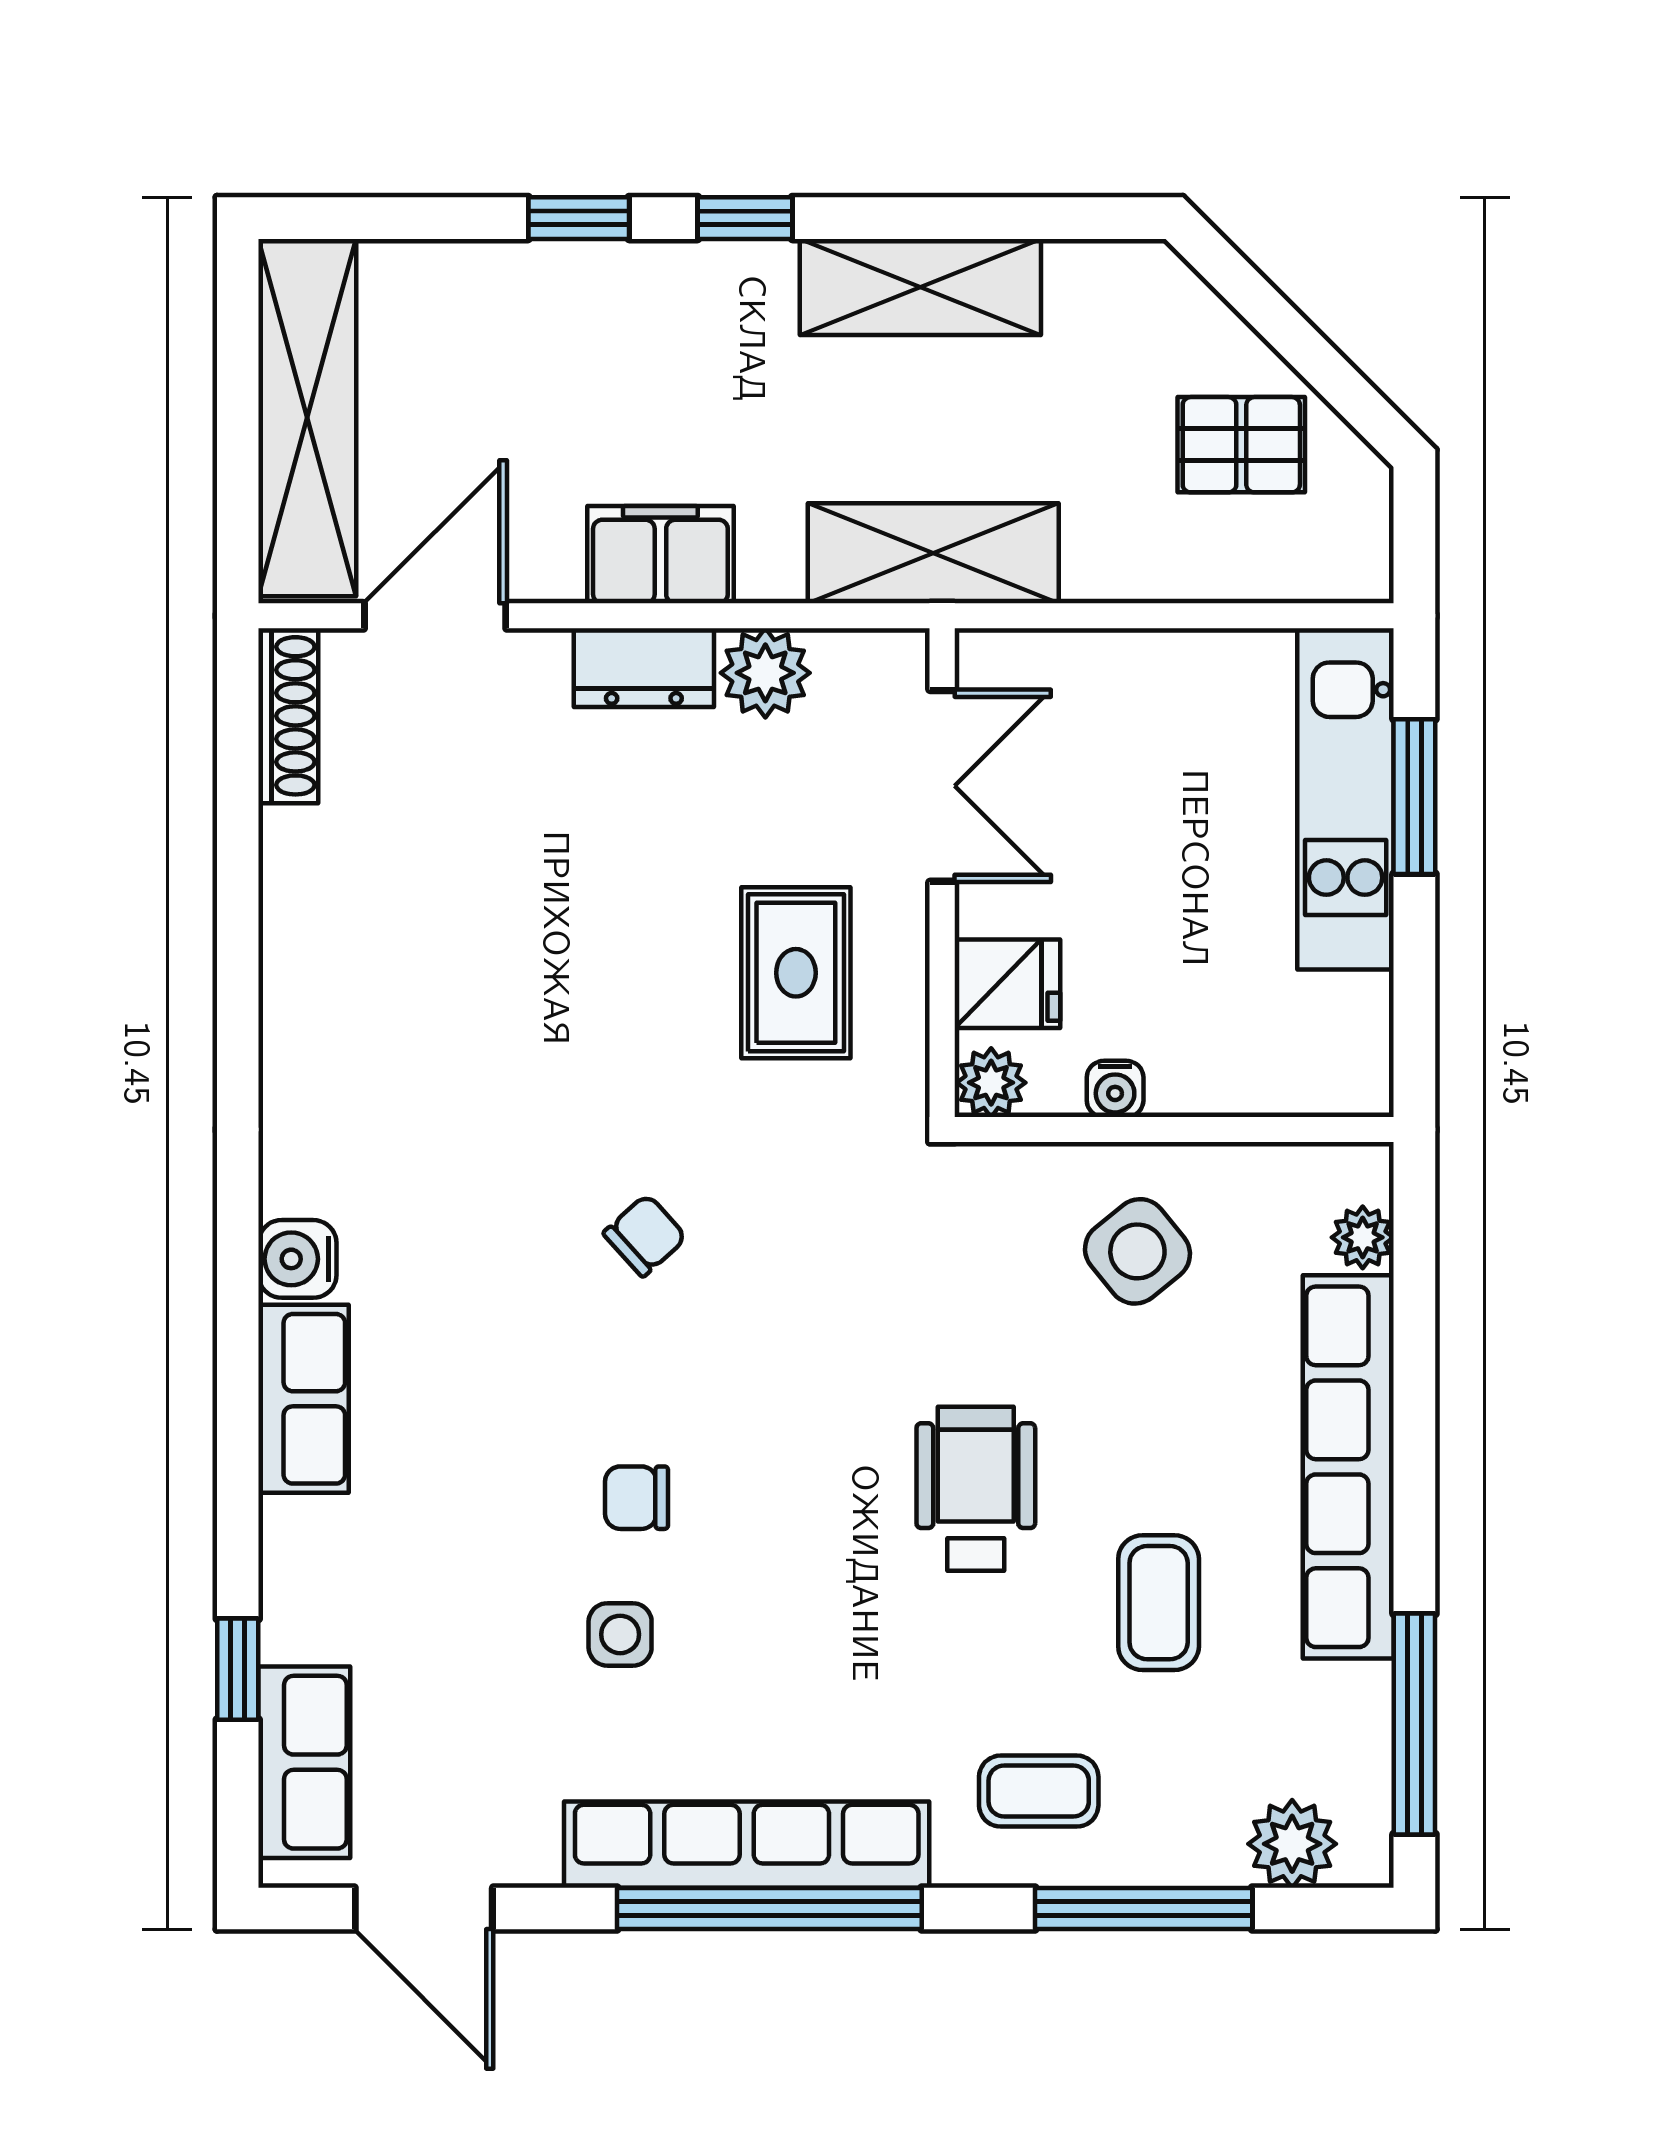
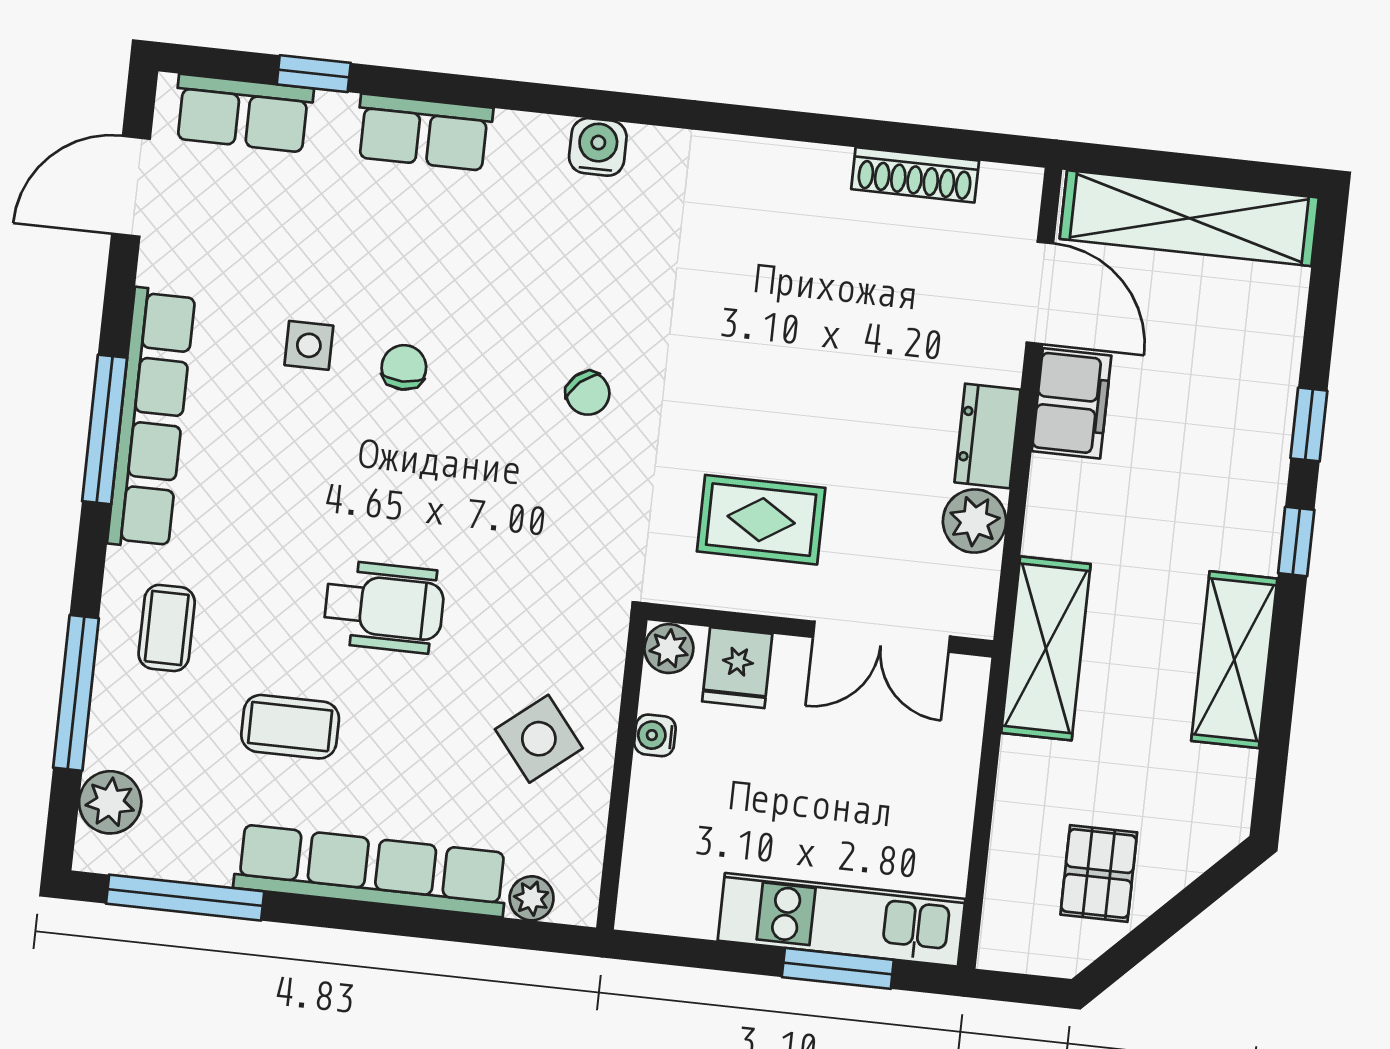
filing cabinet: (660, 555) -> (1072, 403), moved
shoe rack: (288, 716) -> (915, 175), moved
row of seats: (304, 1399) -> (424, 132), moved
window: (769, 1908) -> (105, 429), width x0.68

